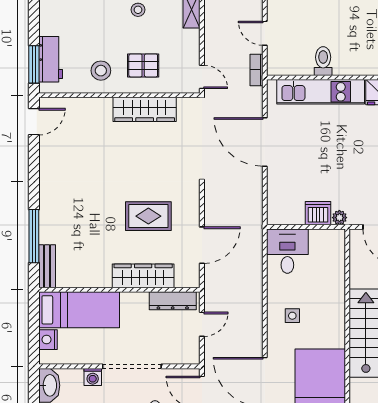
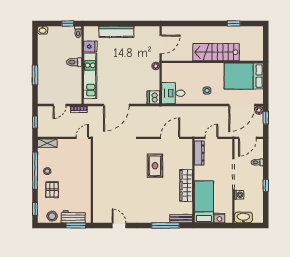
toilet: (323, 61) -> (74, 62), moved
pallet: (143, 65) -> (52, 190), moved
stool: (101, 71) -> (52, 216), moved
wardrobe: (145, 109) -> (99, 168), removed
door: (34, 122) -> (119, 225), moved
dishwasher: (318, 213) -> (153, 97), moved
door: (202, 245) -> (170, 138), hinge flipped
wardrobe: (143, 276) -> (186, 186), moved
door: (202, 324) -> (211, 138), hinge flipped

